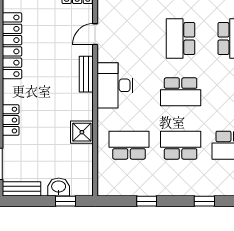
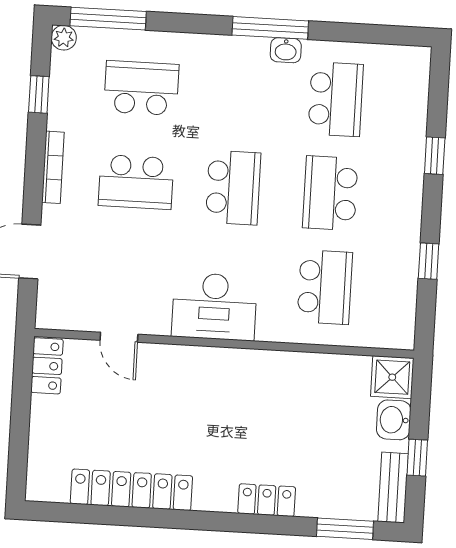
bench: (86, 74) -> (191, 358), removed
shower: (82, 132) -> (392, 377), moved
school desk: (129, 145) -> (325, 287), turned 180
window: (66, 201) -> (417, 458), moved

